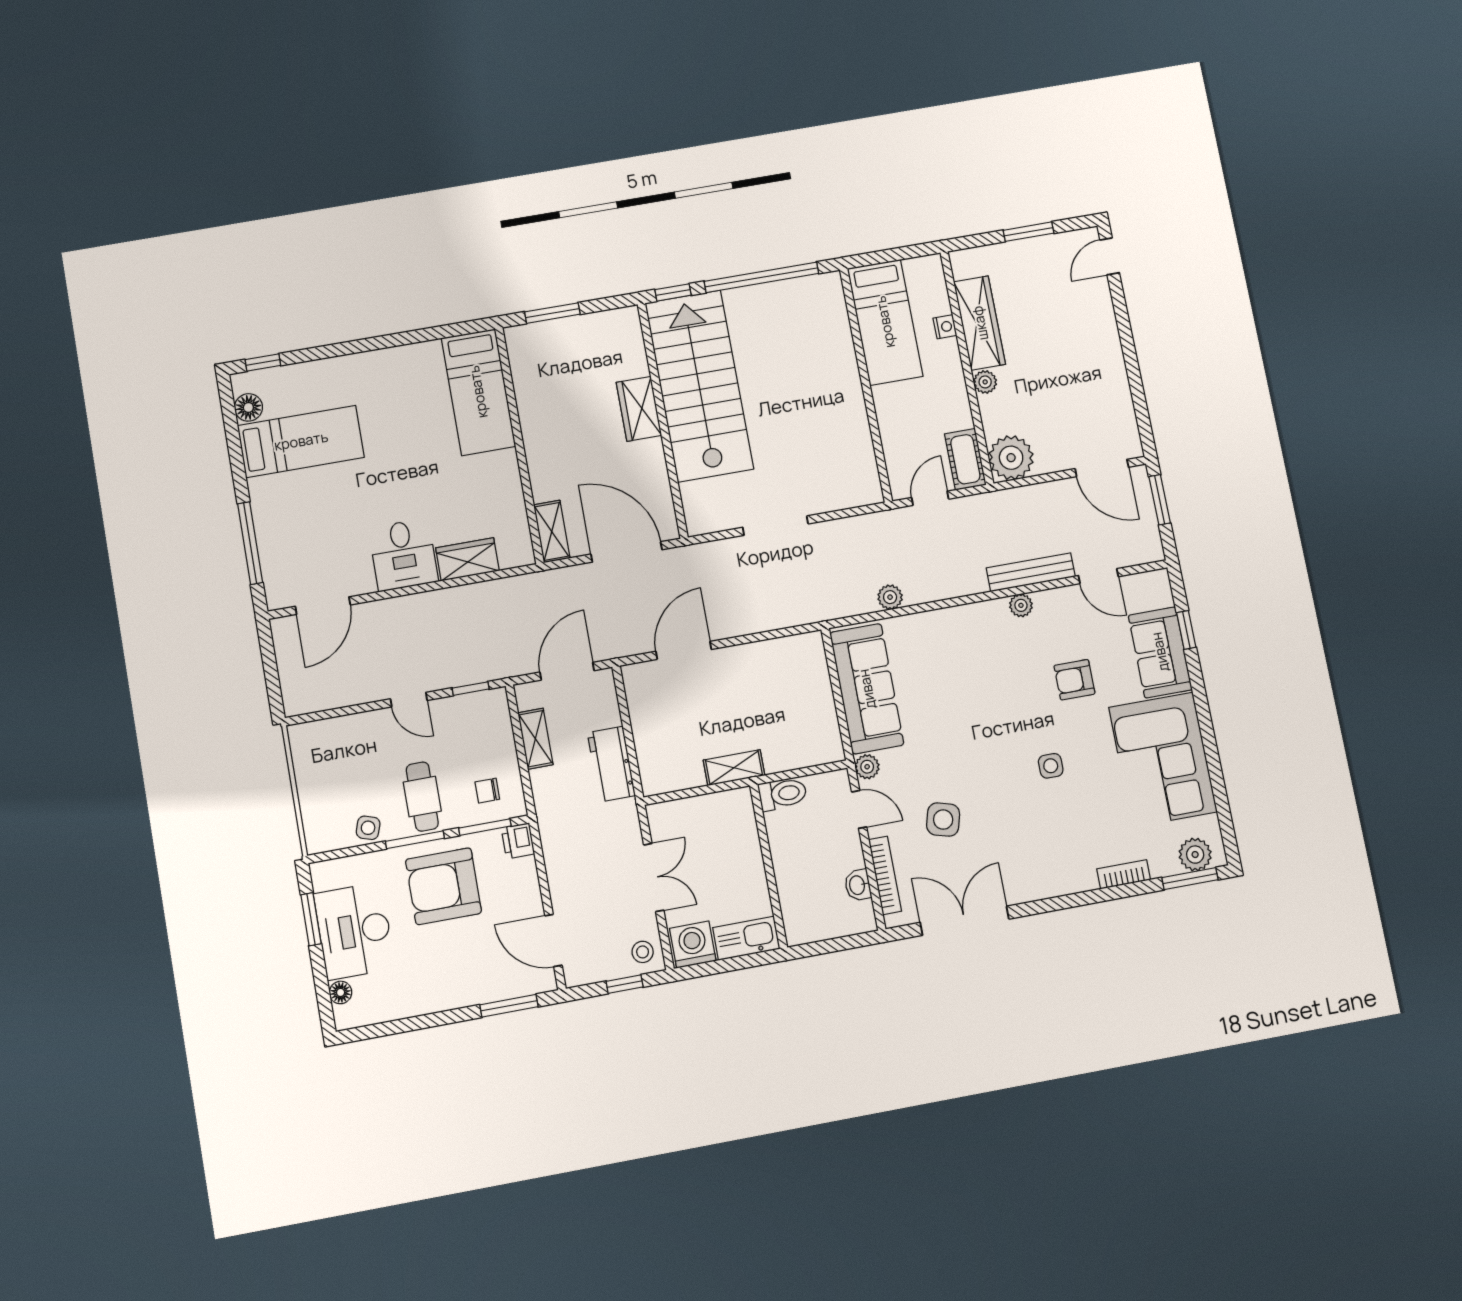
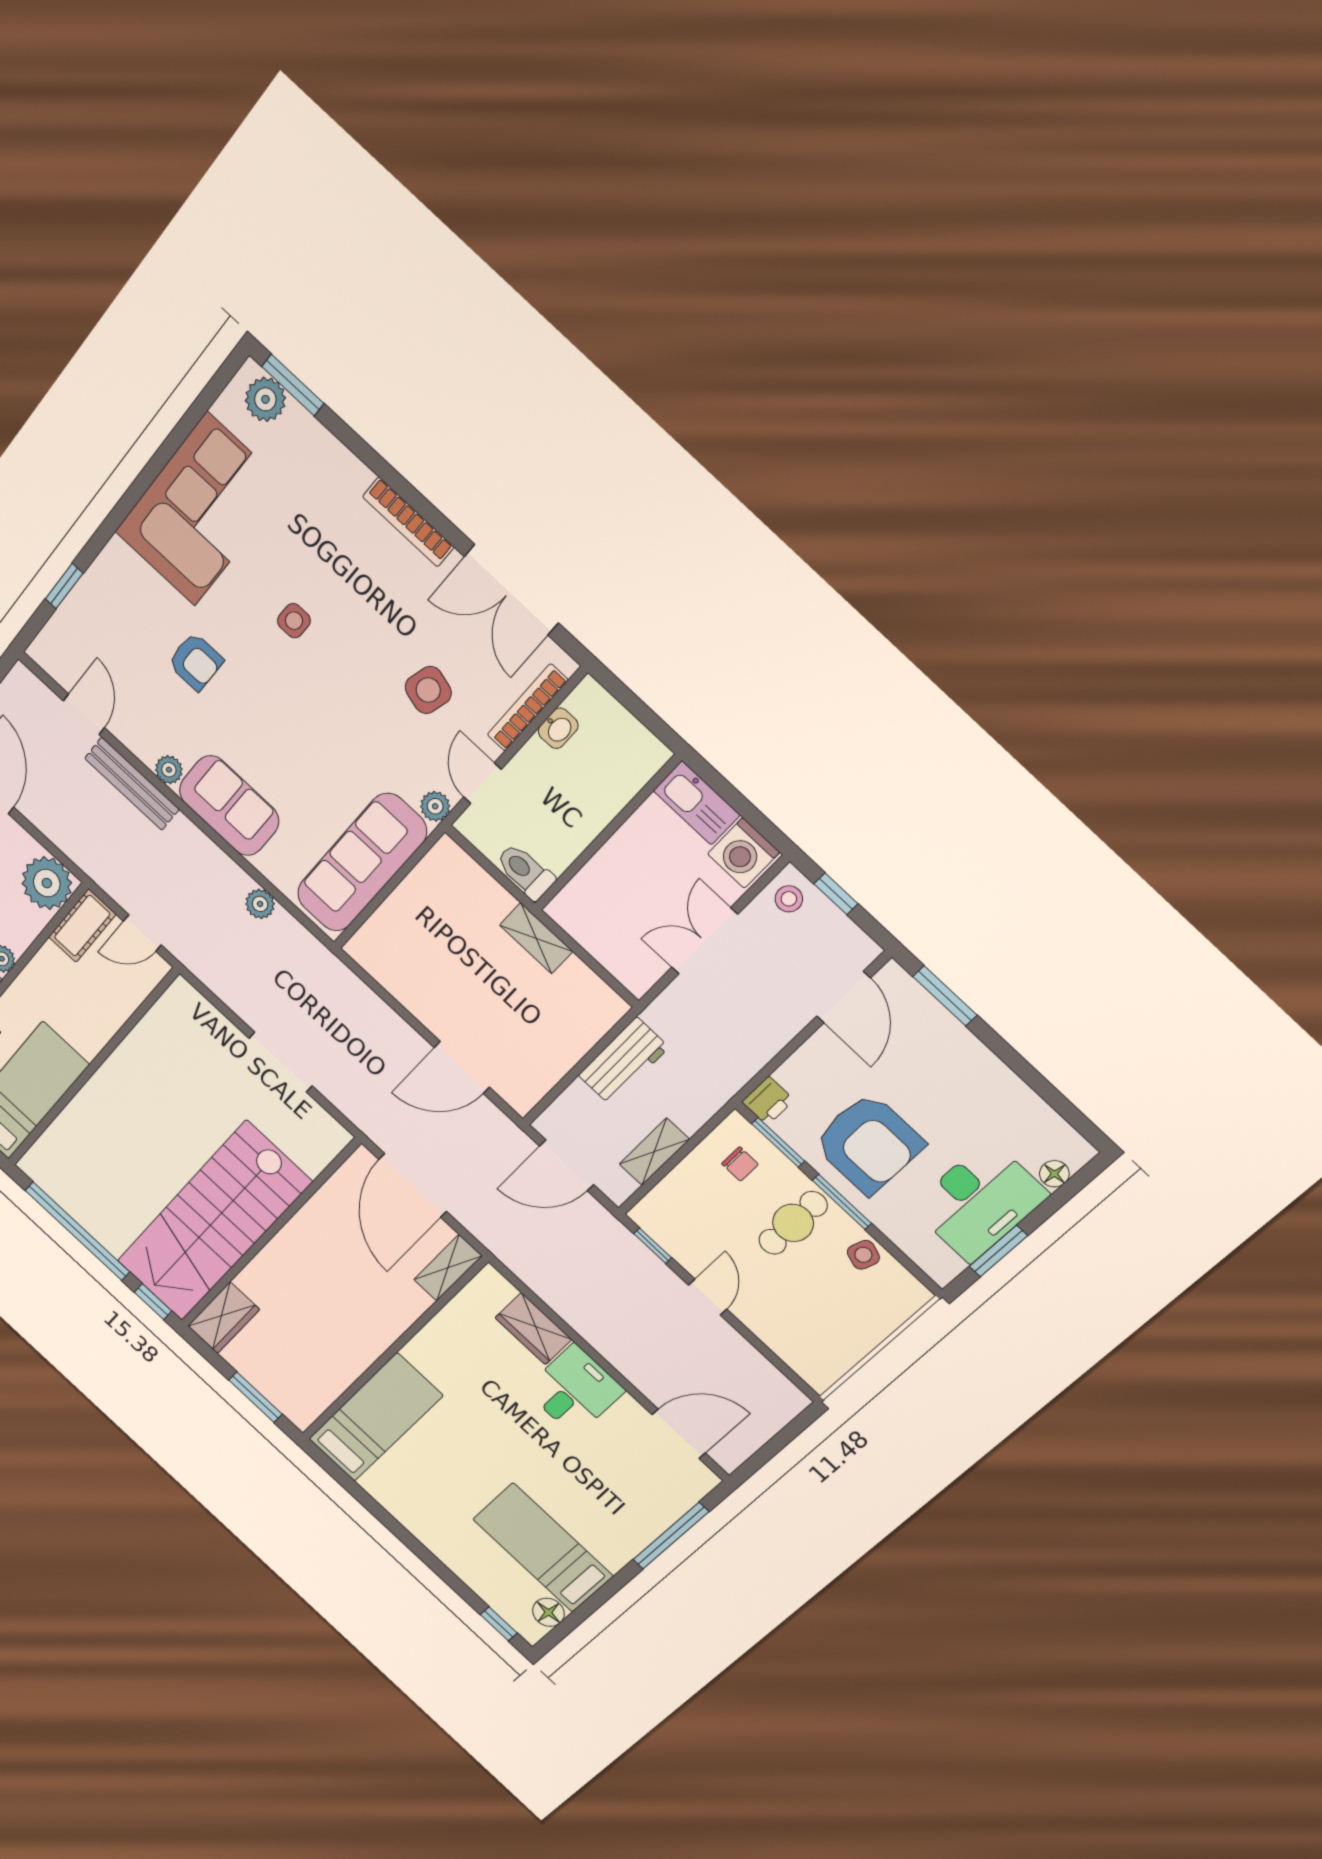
wardrobe: (639, 409) -> (224, 1318), moved
sofa: (1160, 652) -> (229, 806), moved, turned -90
bookcase: (1124, 874) -> (408, 522), moved, width x1.56

